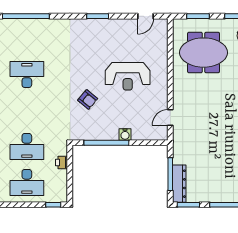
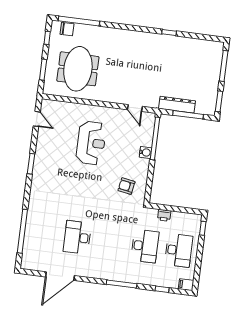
armchair: (88, 99) -> (126, 186), moved, turned -120
window: (106, 143) -> (155, 139), moved
dresser: (179, 184) -> (177, 105), moved

